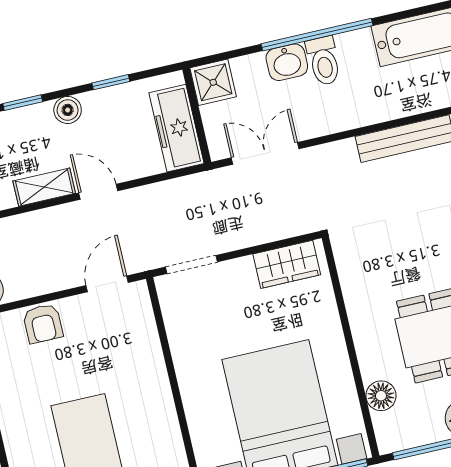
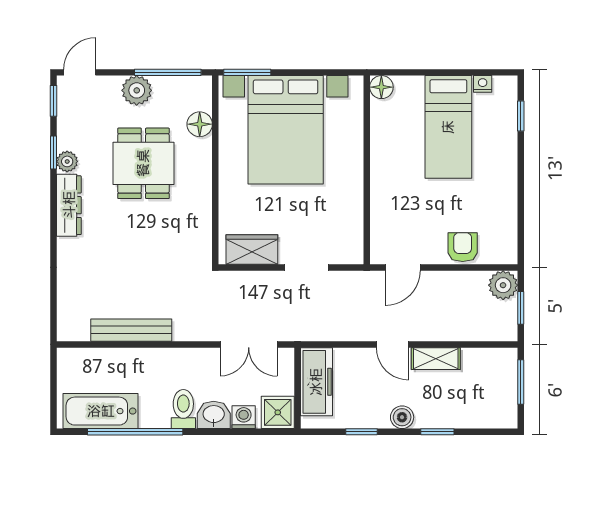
window: (317, 35) -> (135, 432), moved
washing machine: (251, 68) -> (244, 417), added
doorway: (191, 264) -> (306, 267), moved

